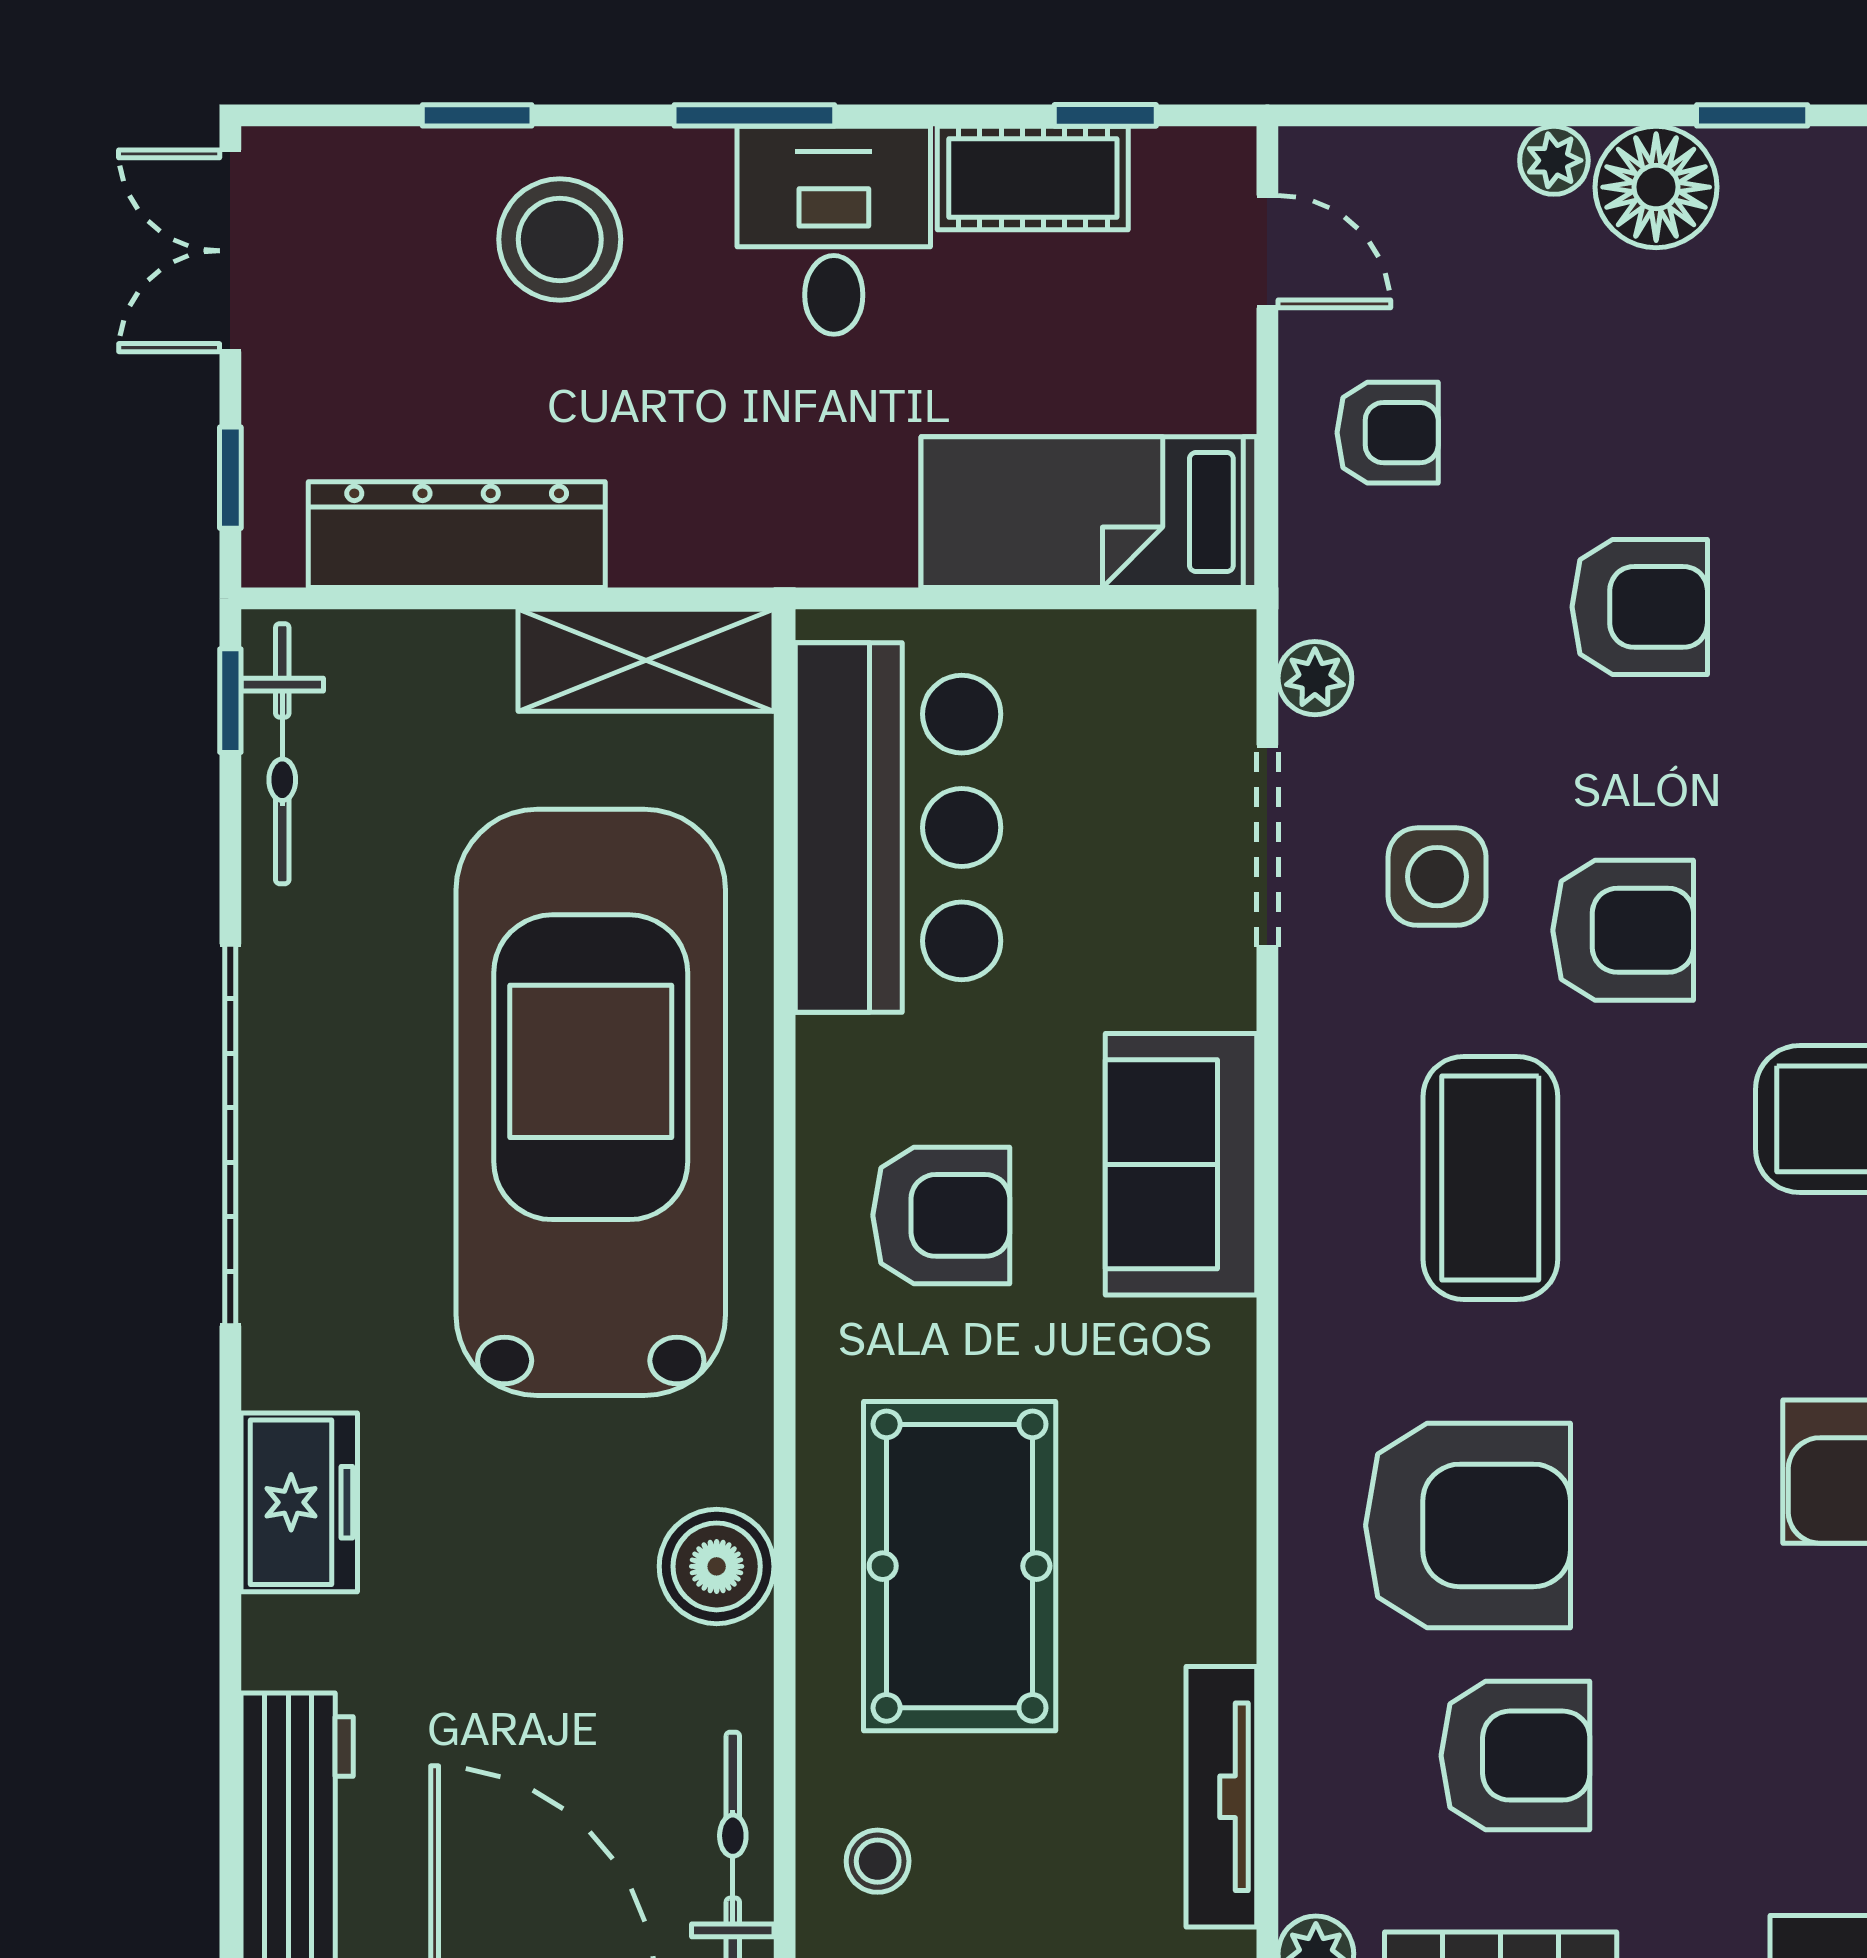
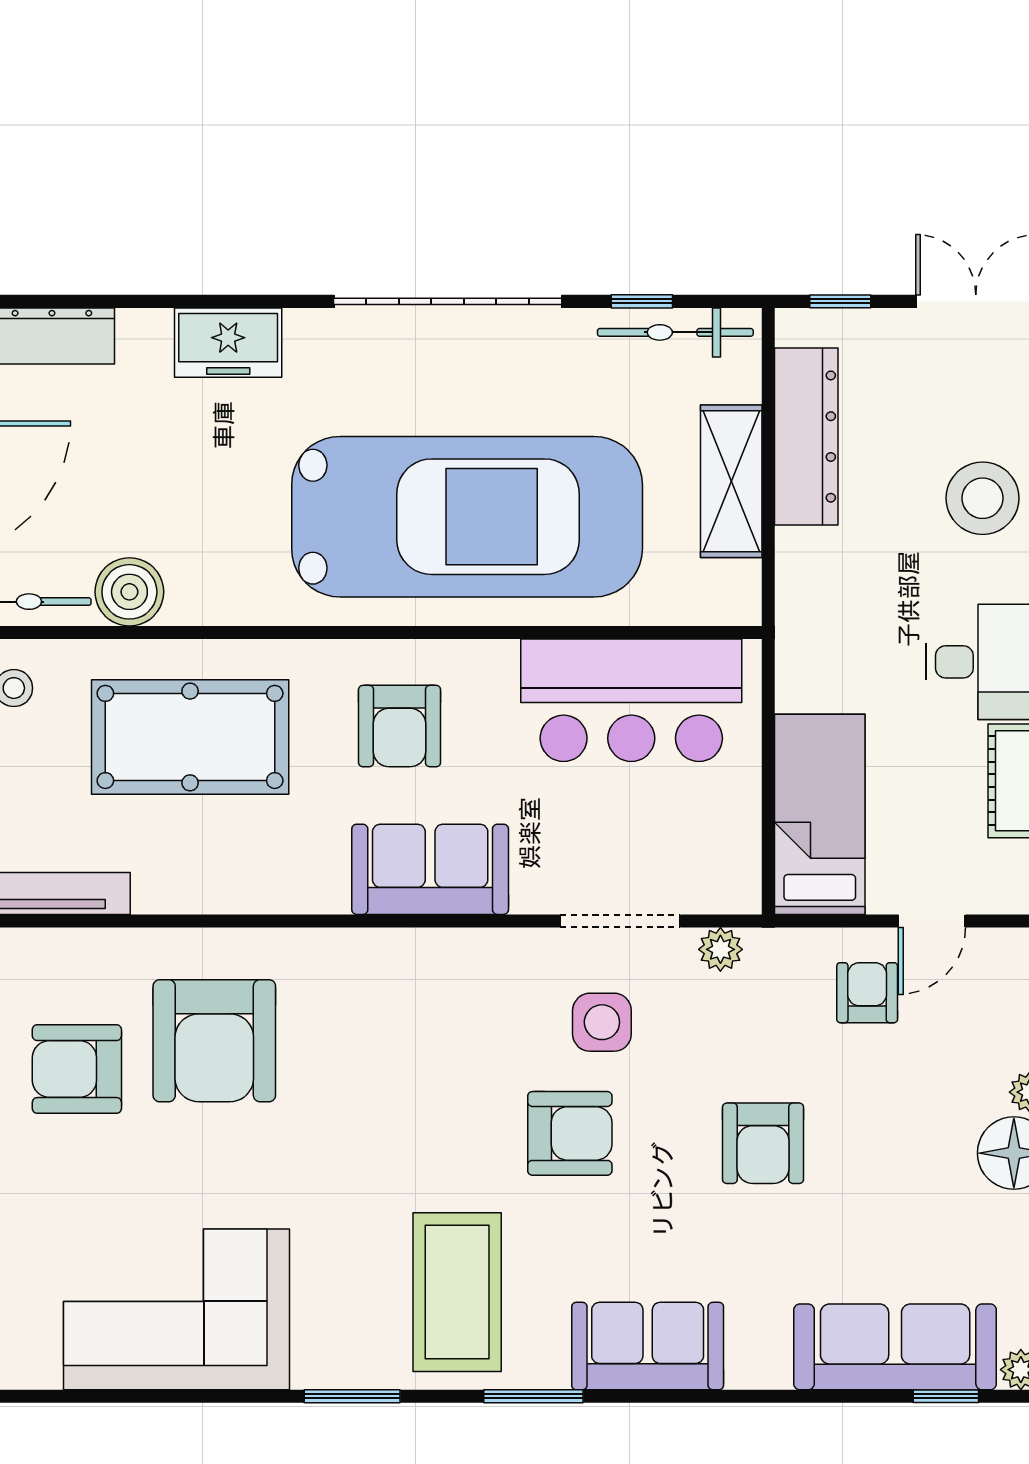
door: (1267, 252) -> (932, 921), moved
armchair: (1388, 433) -> (867, 993), turned 180
shelving: (646, 660) -> (731, 481), moved
window: (230, 701) -> (642, 301), moved
armchair: (1623, 930) -> (570, 1133), turned -90
coffee table: (1490, 1178) -> (422, 1054), removed
boiler: (717, 1566) -> (129, 592), moved
armchair: (1515, 1756) -> (77, 1069), turned 90

